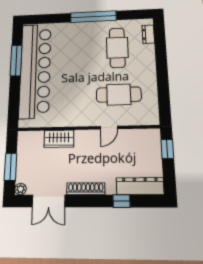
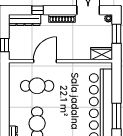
door: (109, 128) -> (45, 61), width x1.88
wardrobe: (59, 139) -> (102, 54), moved

